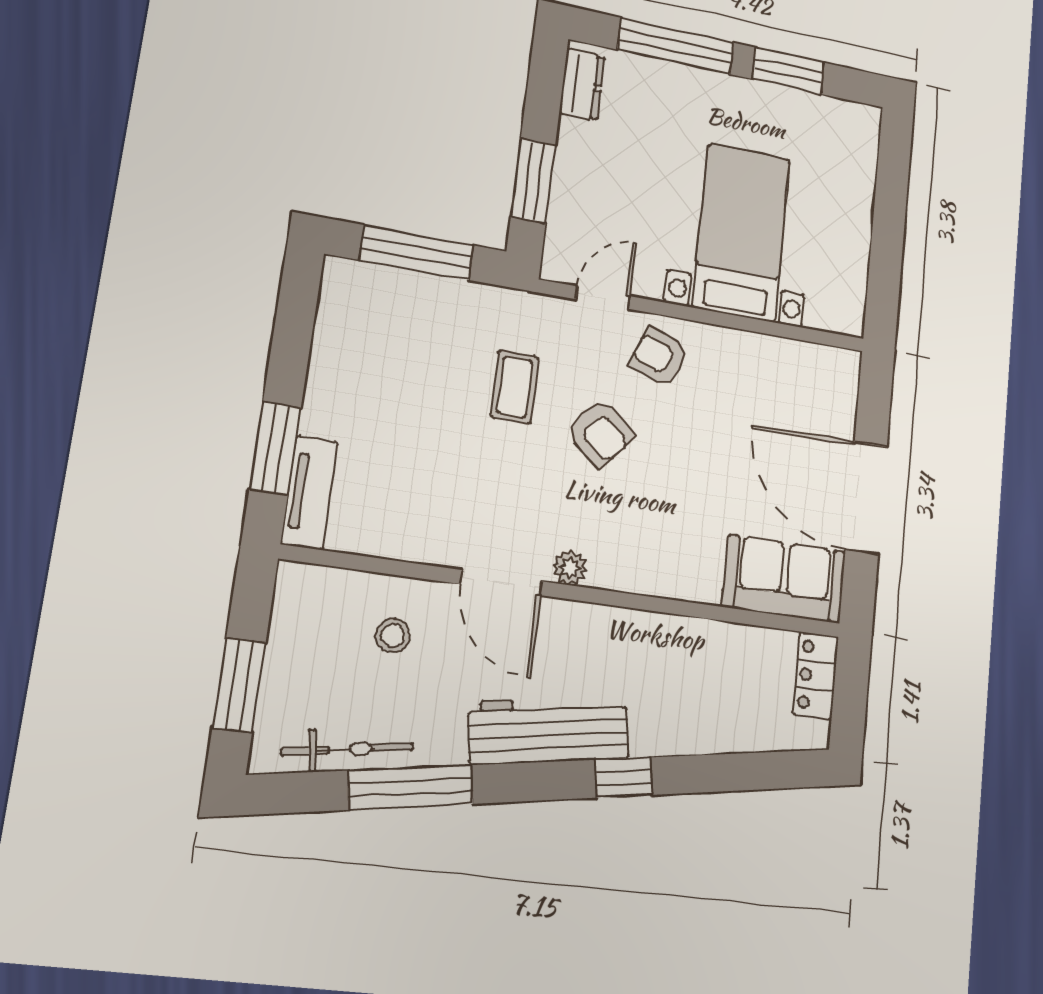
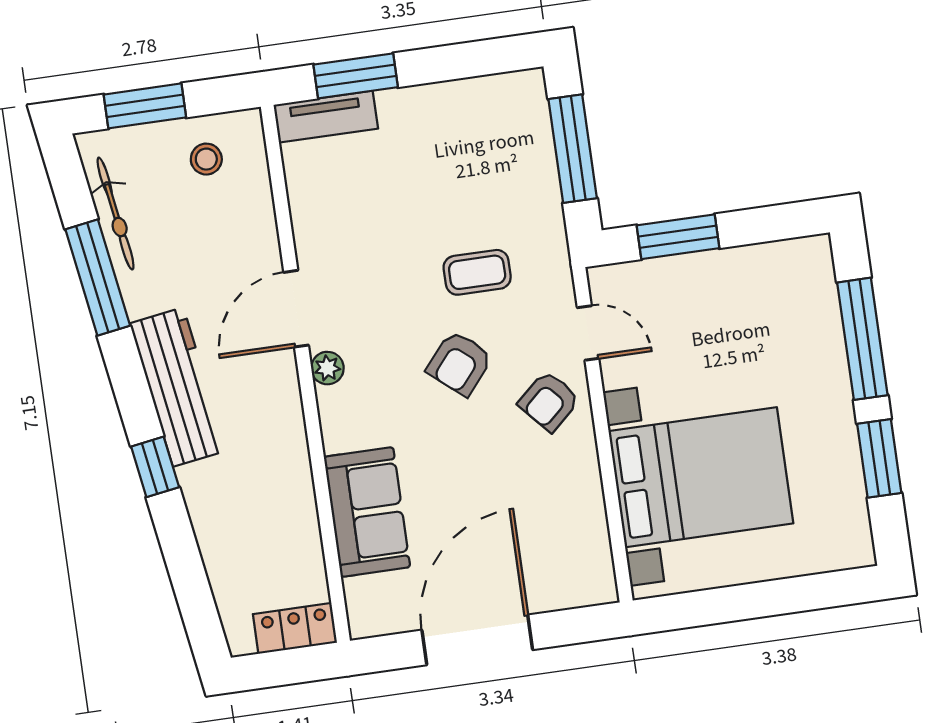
dresser: (582, 85) -> (789, 258), removed
bed with nightstands: (742, 233) -> (701, 477), width x1.36
armchair: (659, 357) -> (549, 401), turned -153
sofa: (784, 579) -> (367, 512), moved
stool: (393, 636) -> (206, 159), moved

